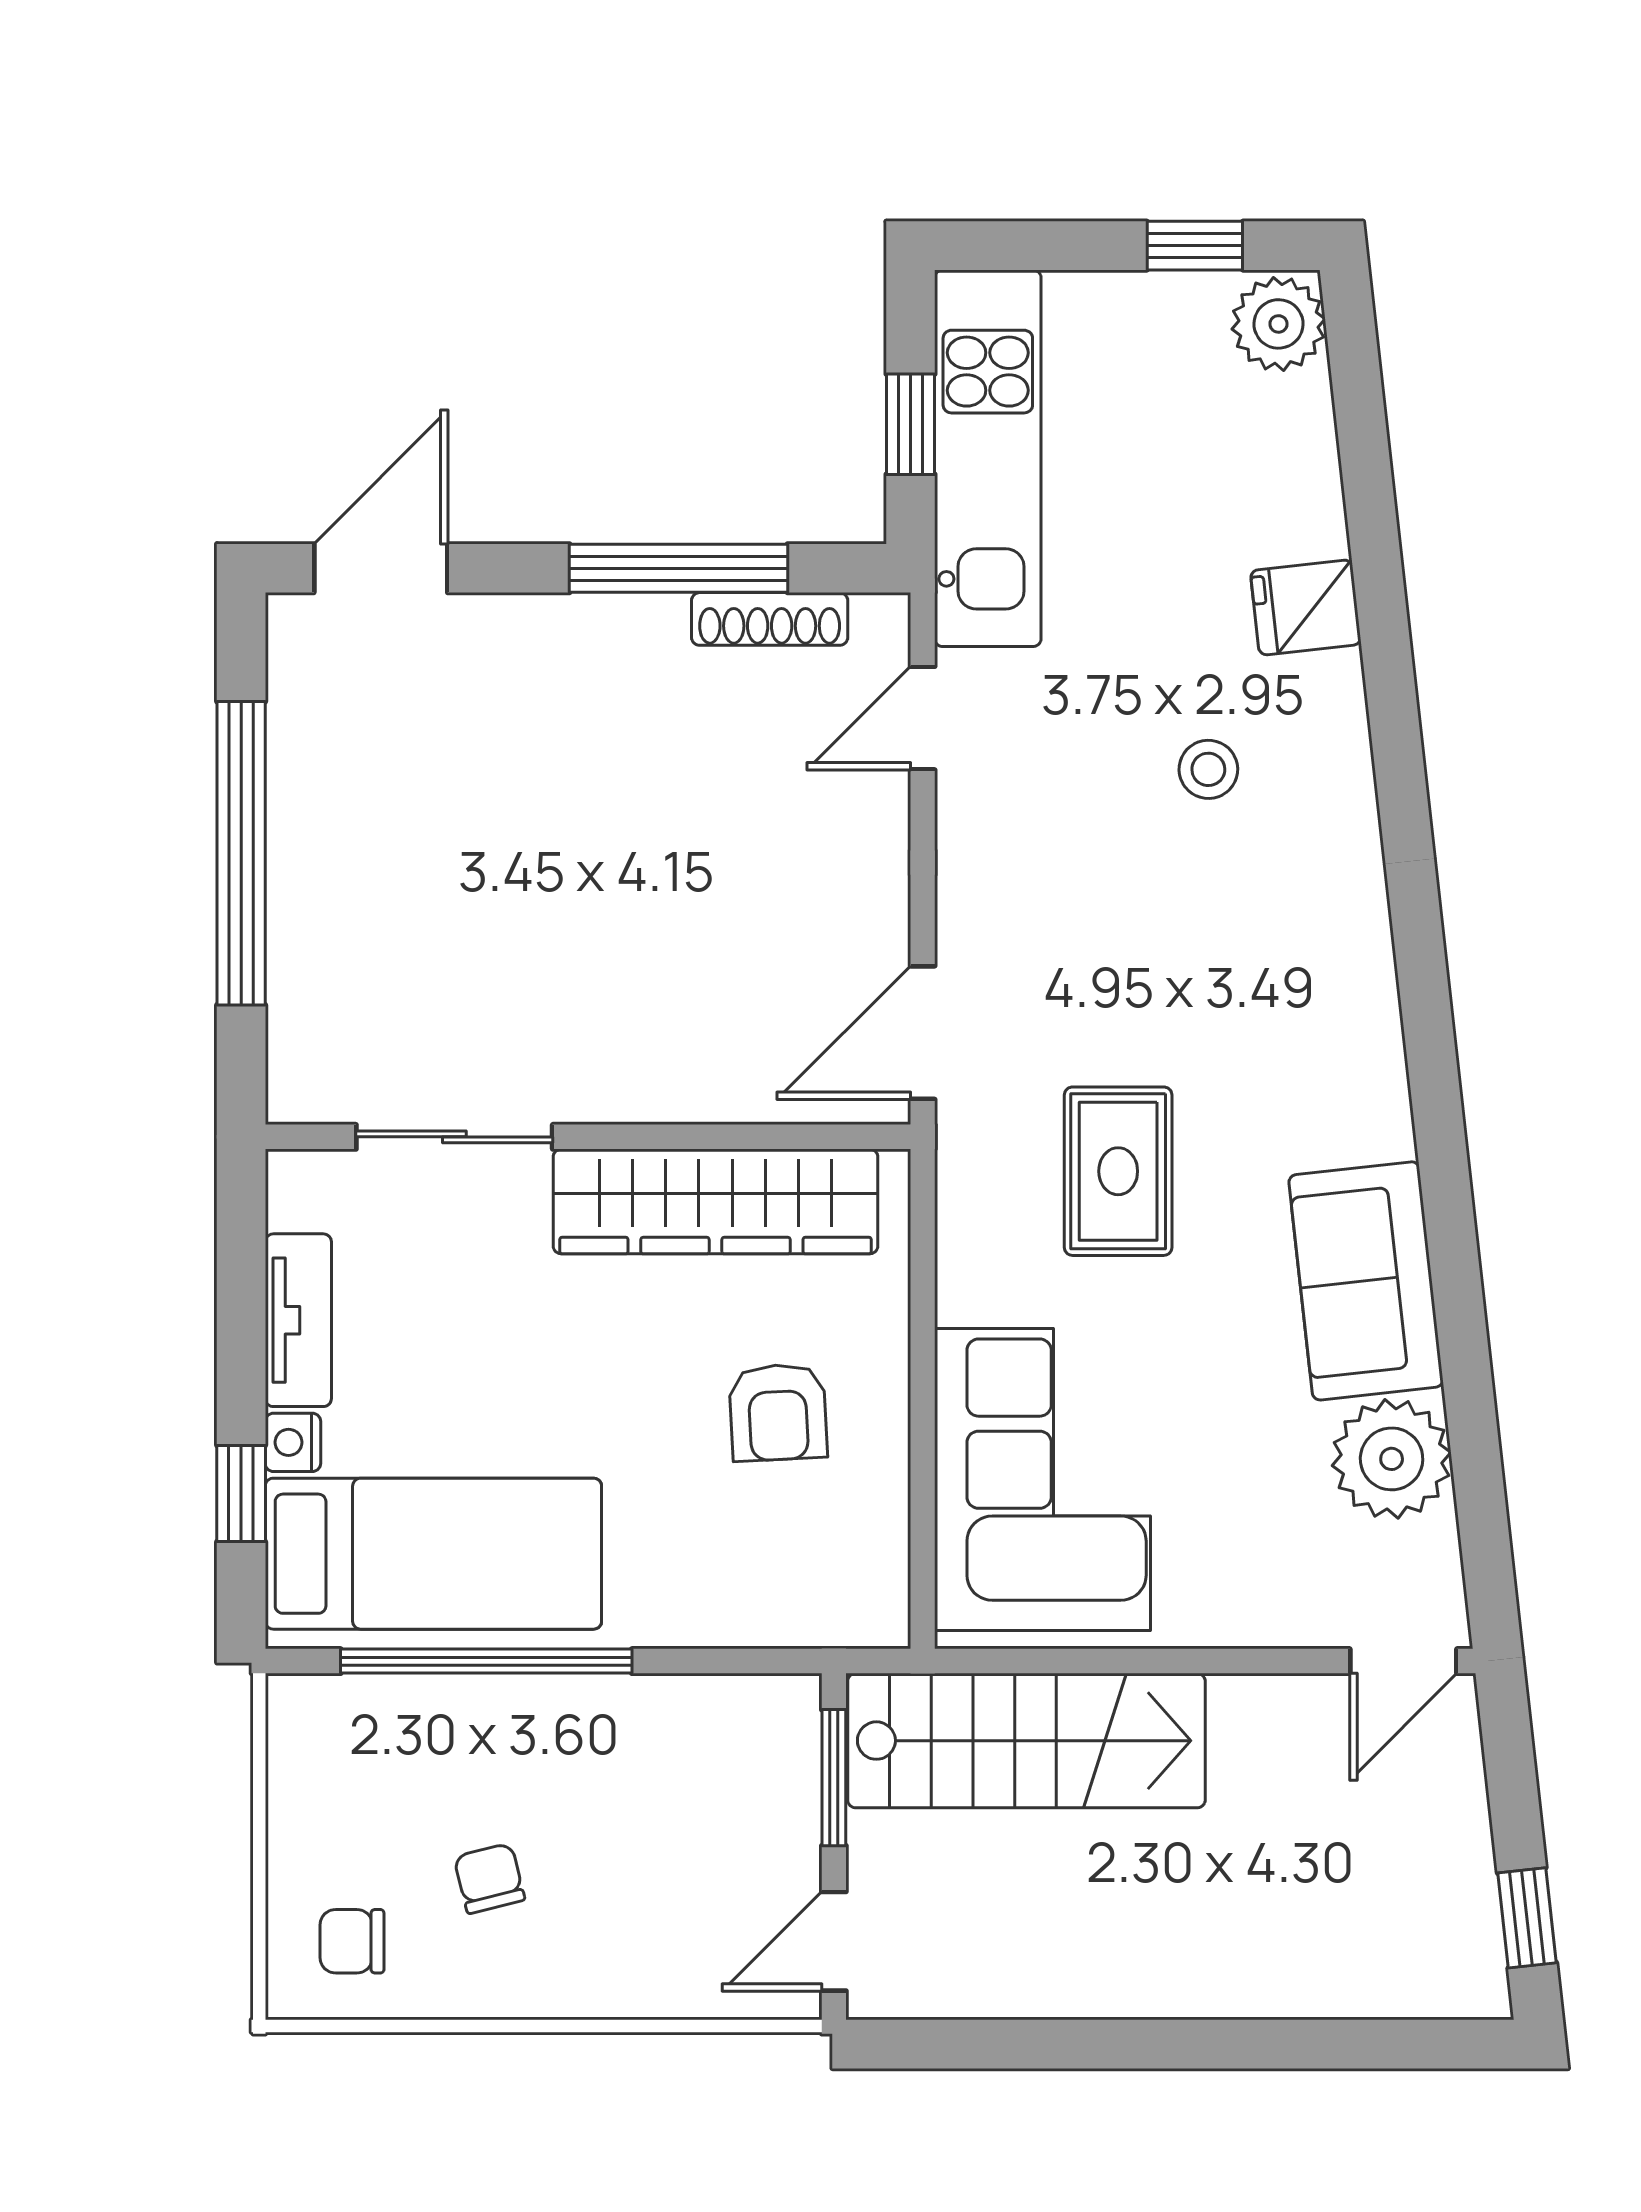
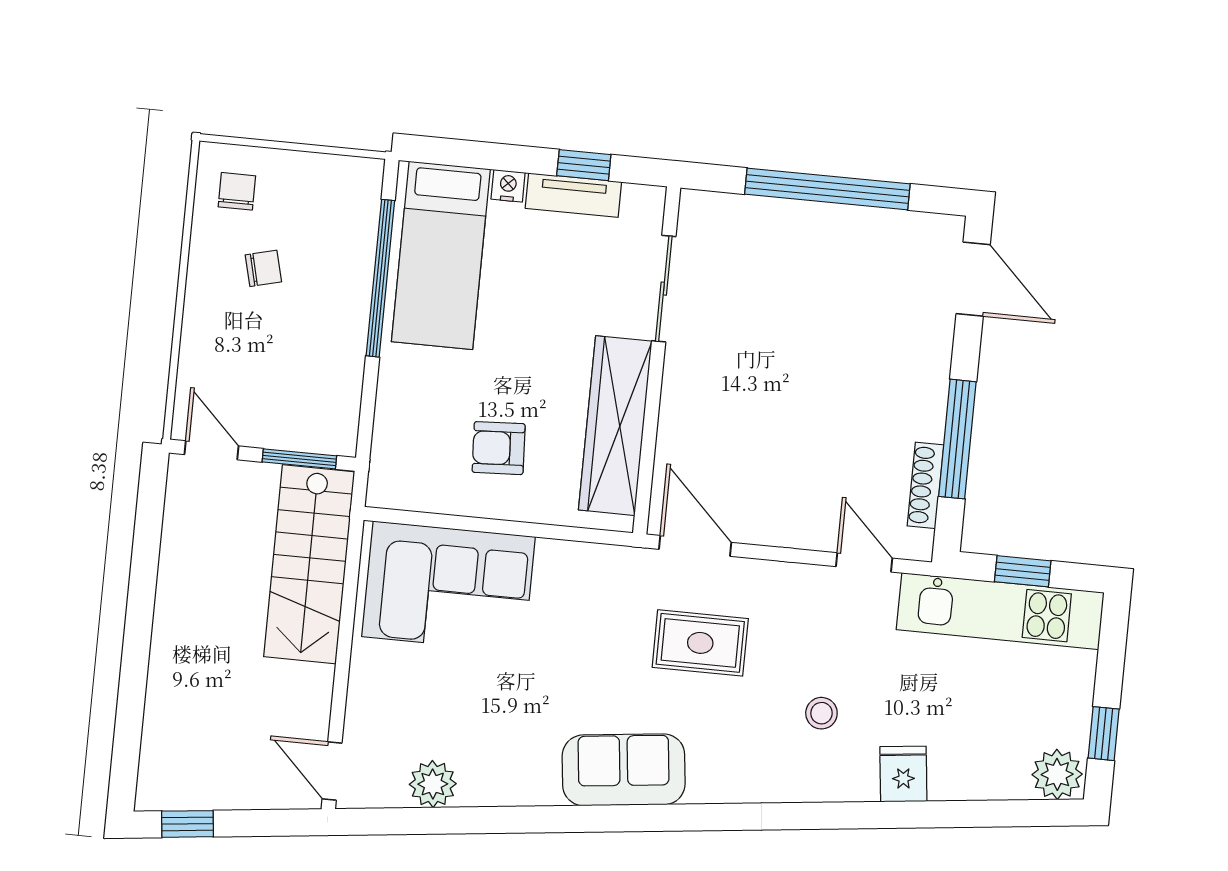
rug: (1118, 1171) -> (700, 643), moved
sofa: (1366, 1281) -> (624, 770), moved
plant: (1392, 1459) -> (433, 784), width x0.73, depth x0.73
window: (241, 1493) -> (584, 165), moved

